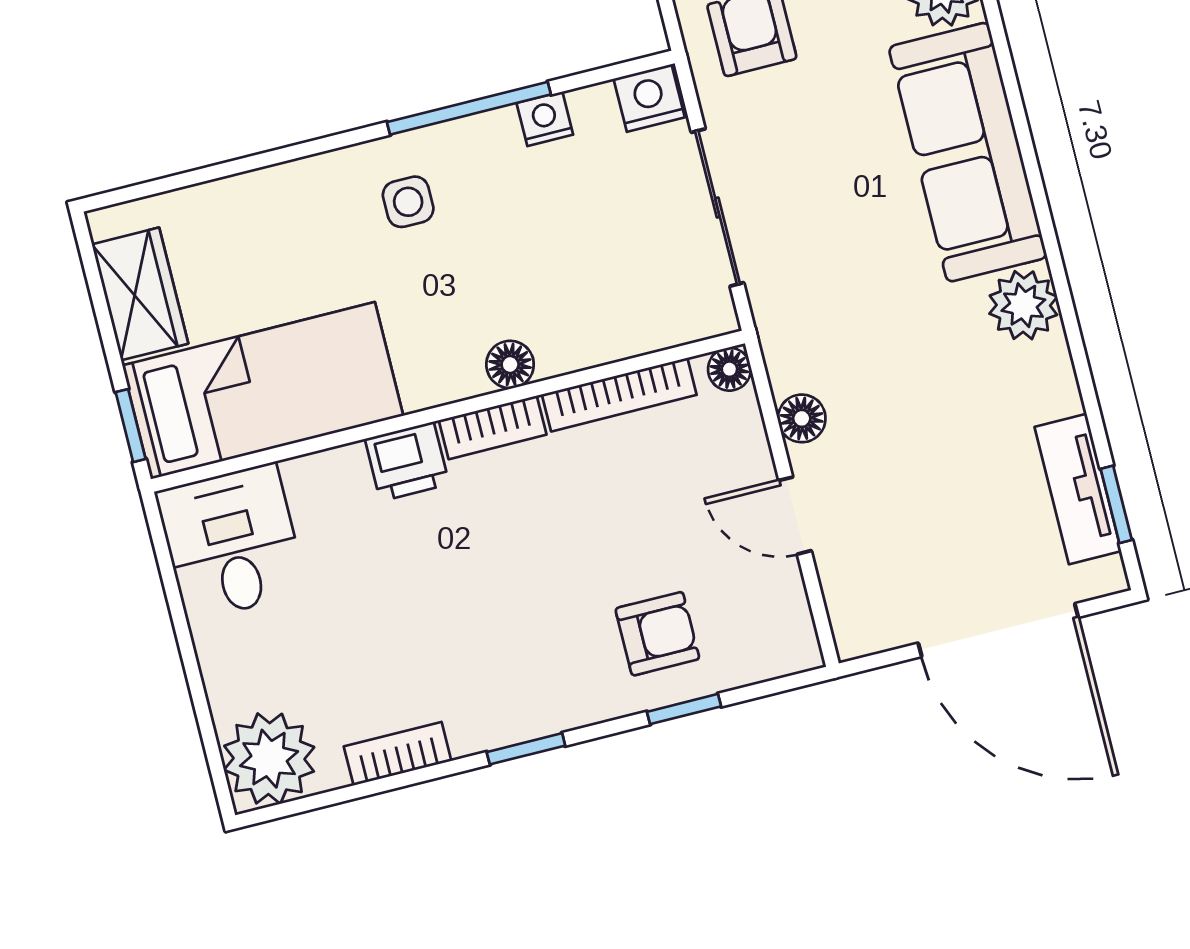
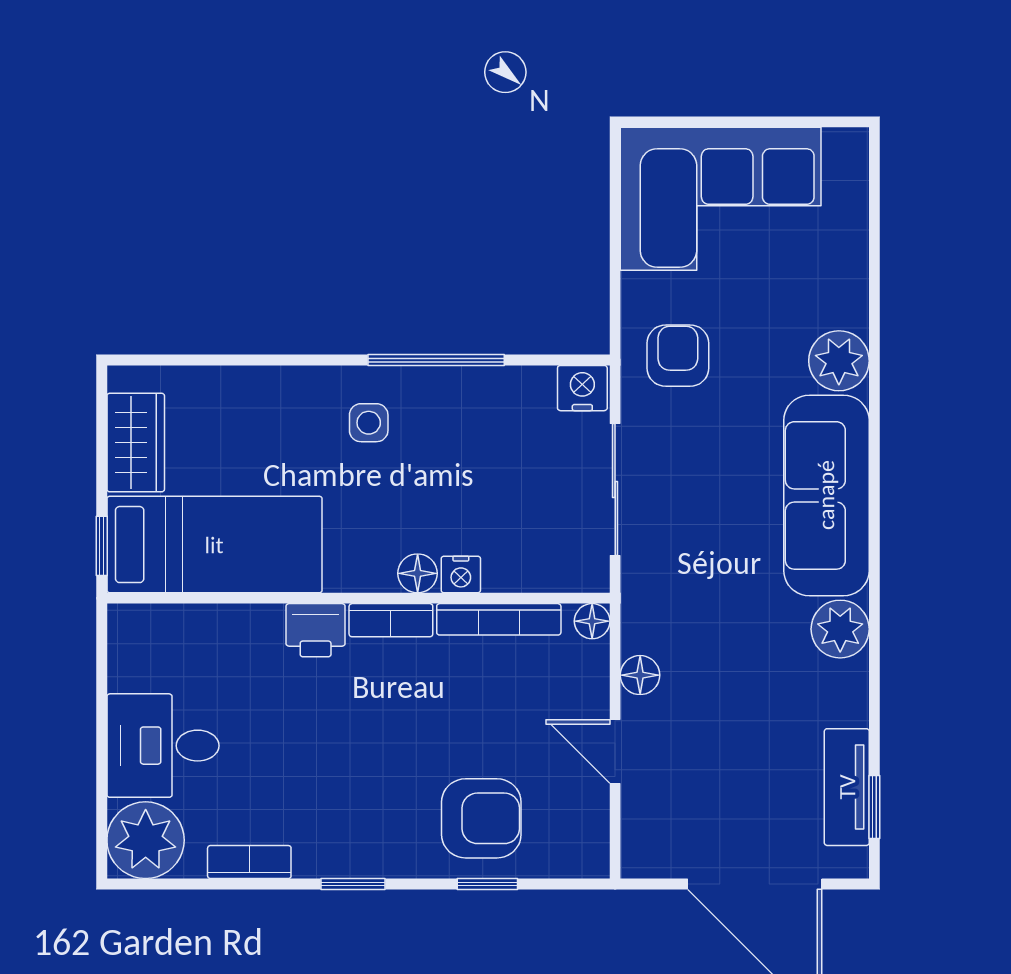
nightstand: (545, 119) -> (461, 574), moved, turned 180
desk: (231, 542) -> (163, 746), moved, turned -90
armchair: (657, 634) -> (481, 818), width x1.38, depth x1.38

